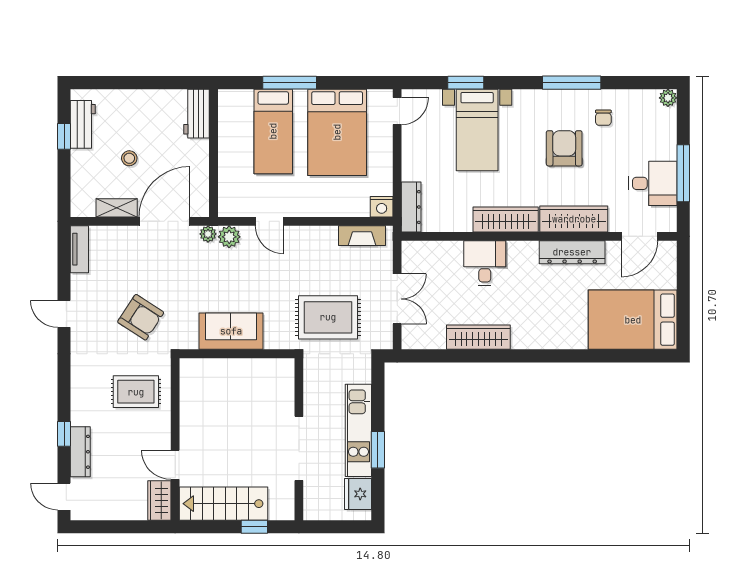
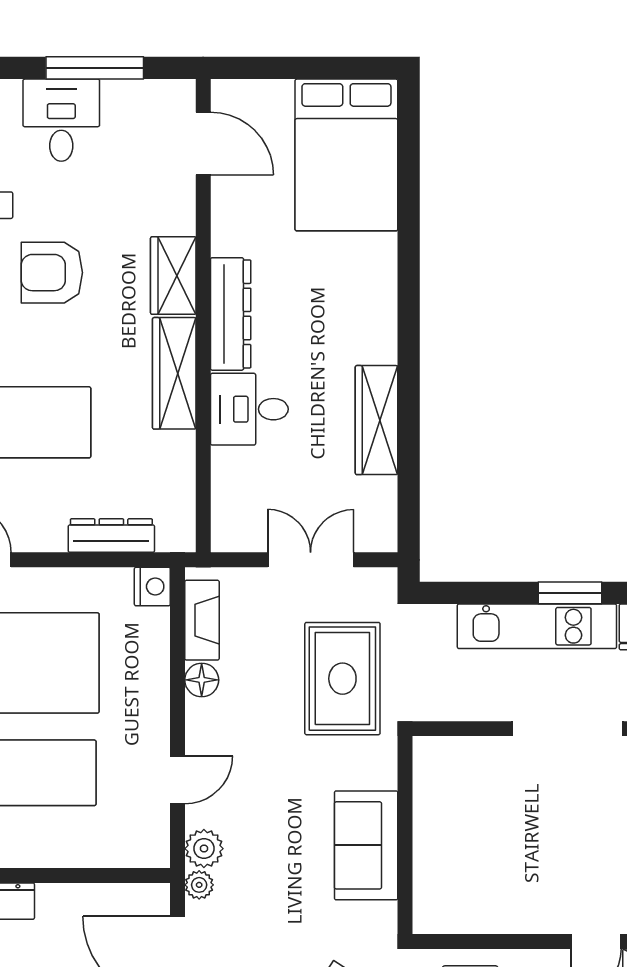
desk: (653, 183) -> (61, 120), moved
dresser: (411, 207) -> (111, 536), moved
wardrobe: (574, 219) -> (173, 276), width x0.67
floor lamp: (327, 235) -> (202, 680), added
dresser: (572, 252) -> (231, 314), moved

